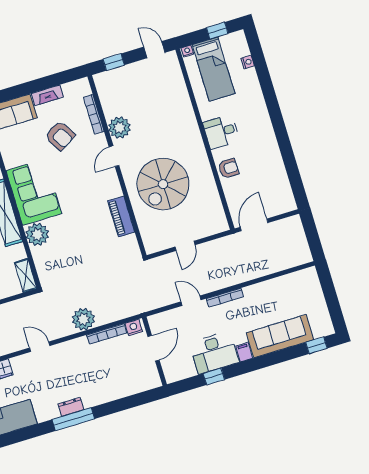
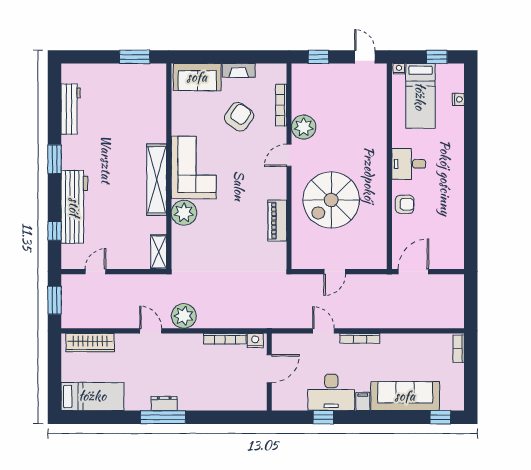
armchair: (60, 136) -> (239, 117), turned -114
bookcase: (314, 281) -> (459, 349), added
plant: (83, 319) -> (184, 316), moved

